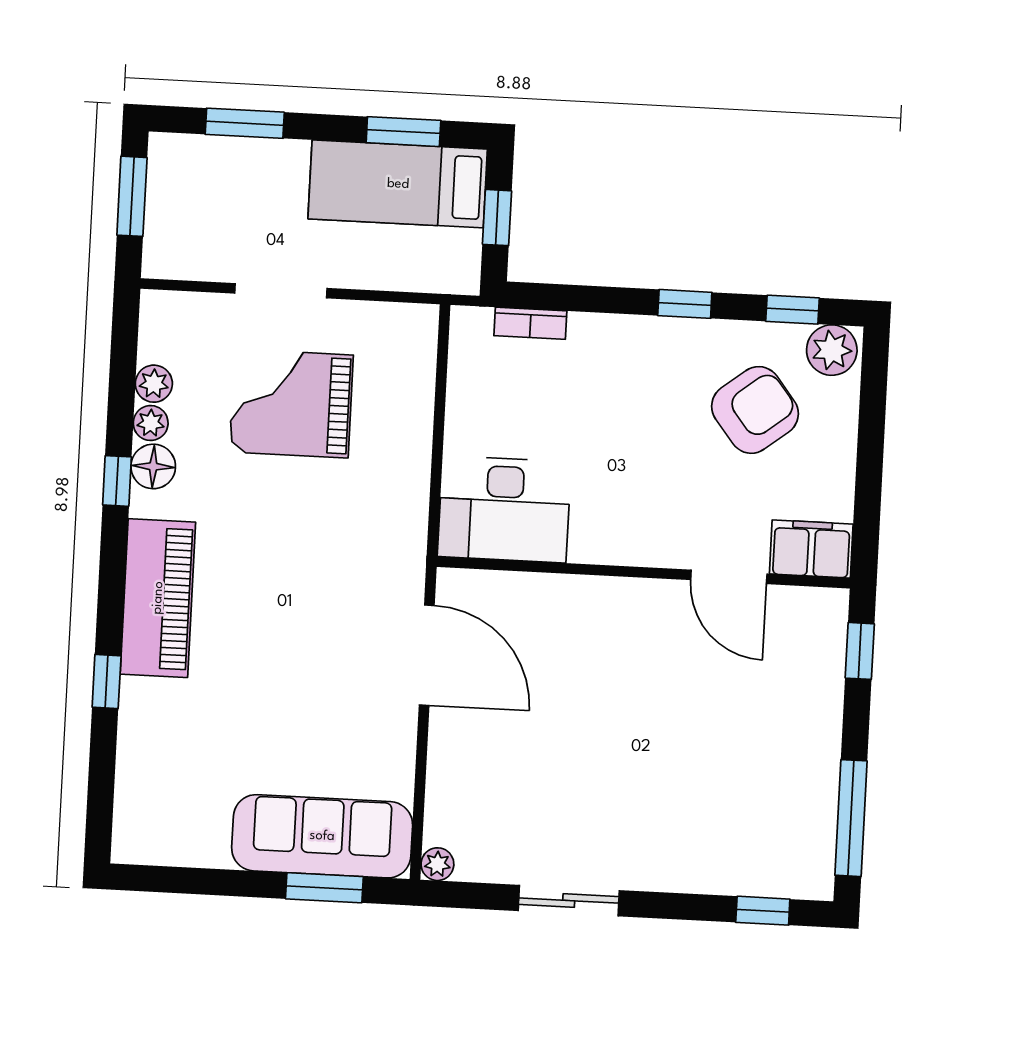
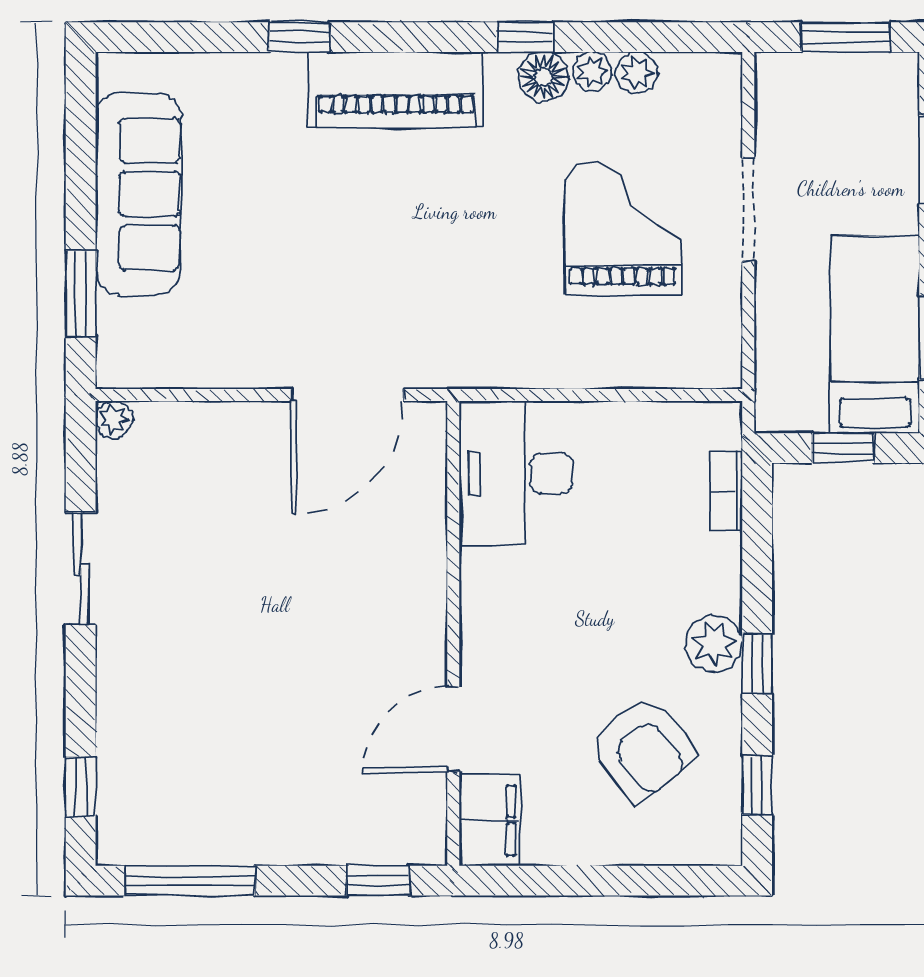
plant: (832, 350) -> (714, 644), moved
sofa: (322, 836) -> (138, 194), moved

